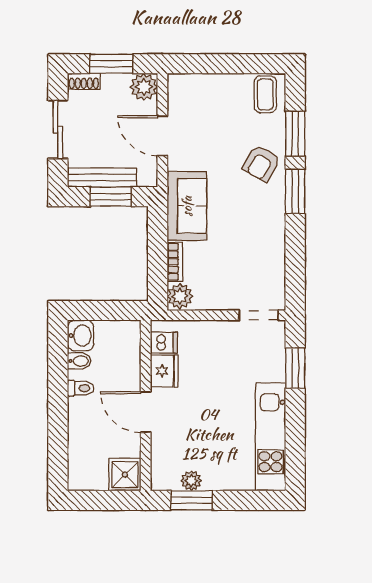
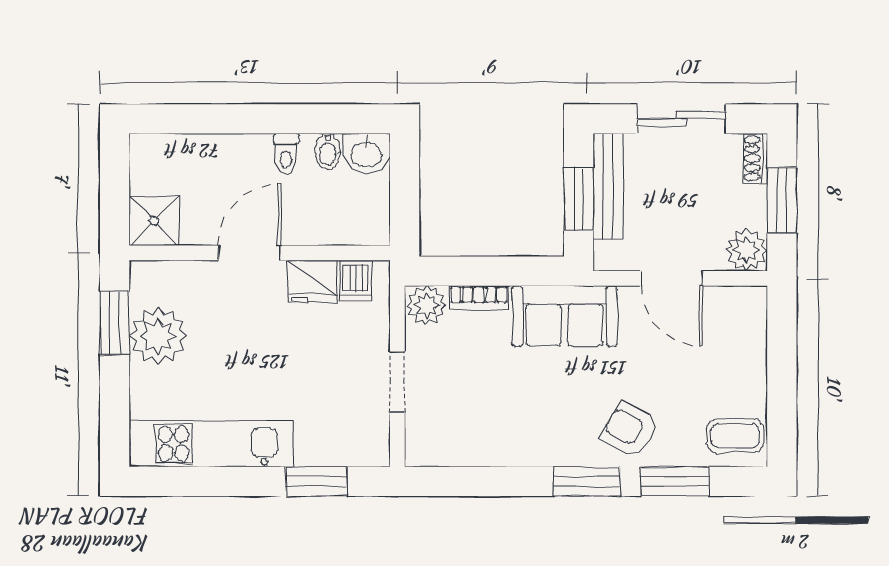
door: (162, 136) -> (672, 278), swing flipped
doorway: (259, 315) -> (397, 382), moved
plant: (191, 481) -> (158, 336), width x1.87, depth x1.87

